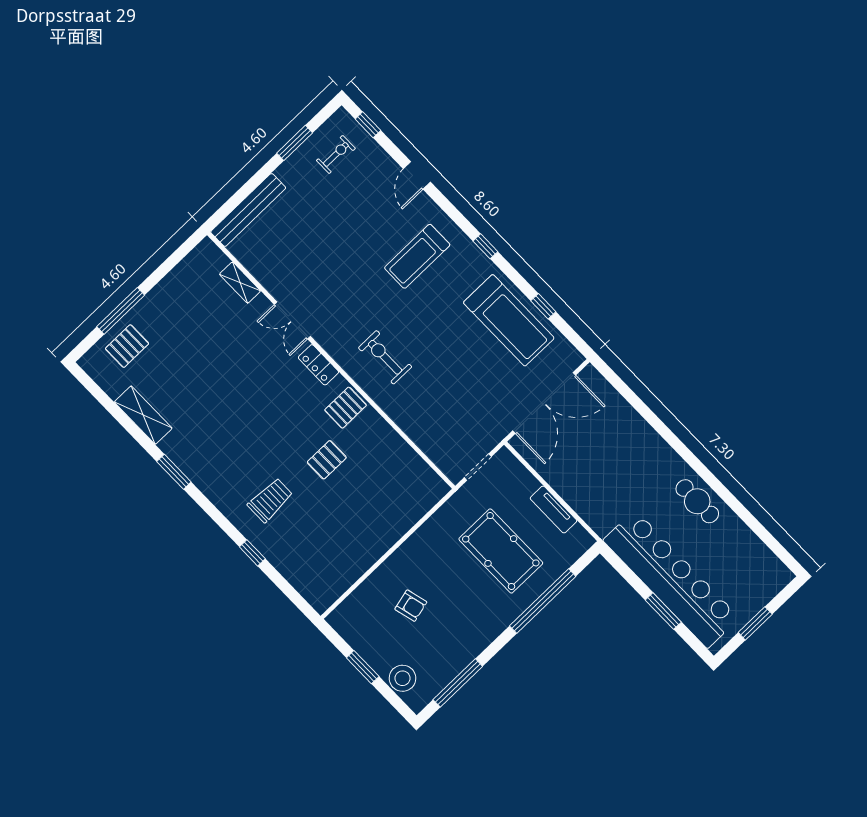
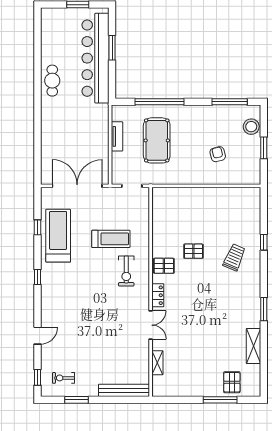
treadmill: (417, 256) -> (111, 239), moved
pallet: (127, 346) -> (232, 382), turned 90
trolley: (270, 500) -> (234, 257), turned 113

